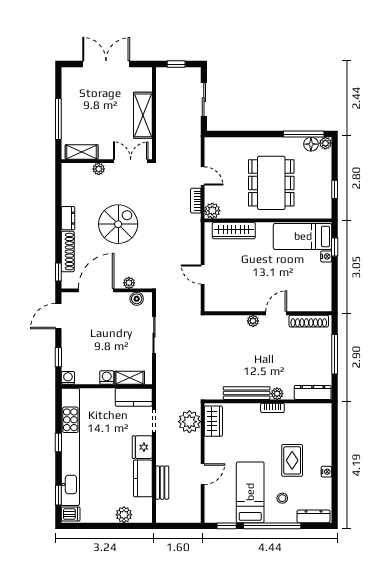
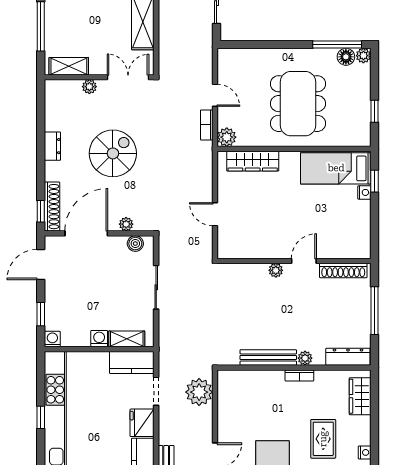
shoe rack: (68, 252) -> (52, 207), moved
wardrobe: (213, 421) -> (360, 396), moved, turned 180

